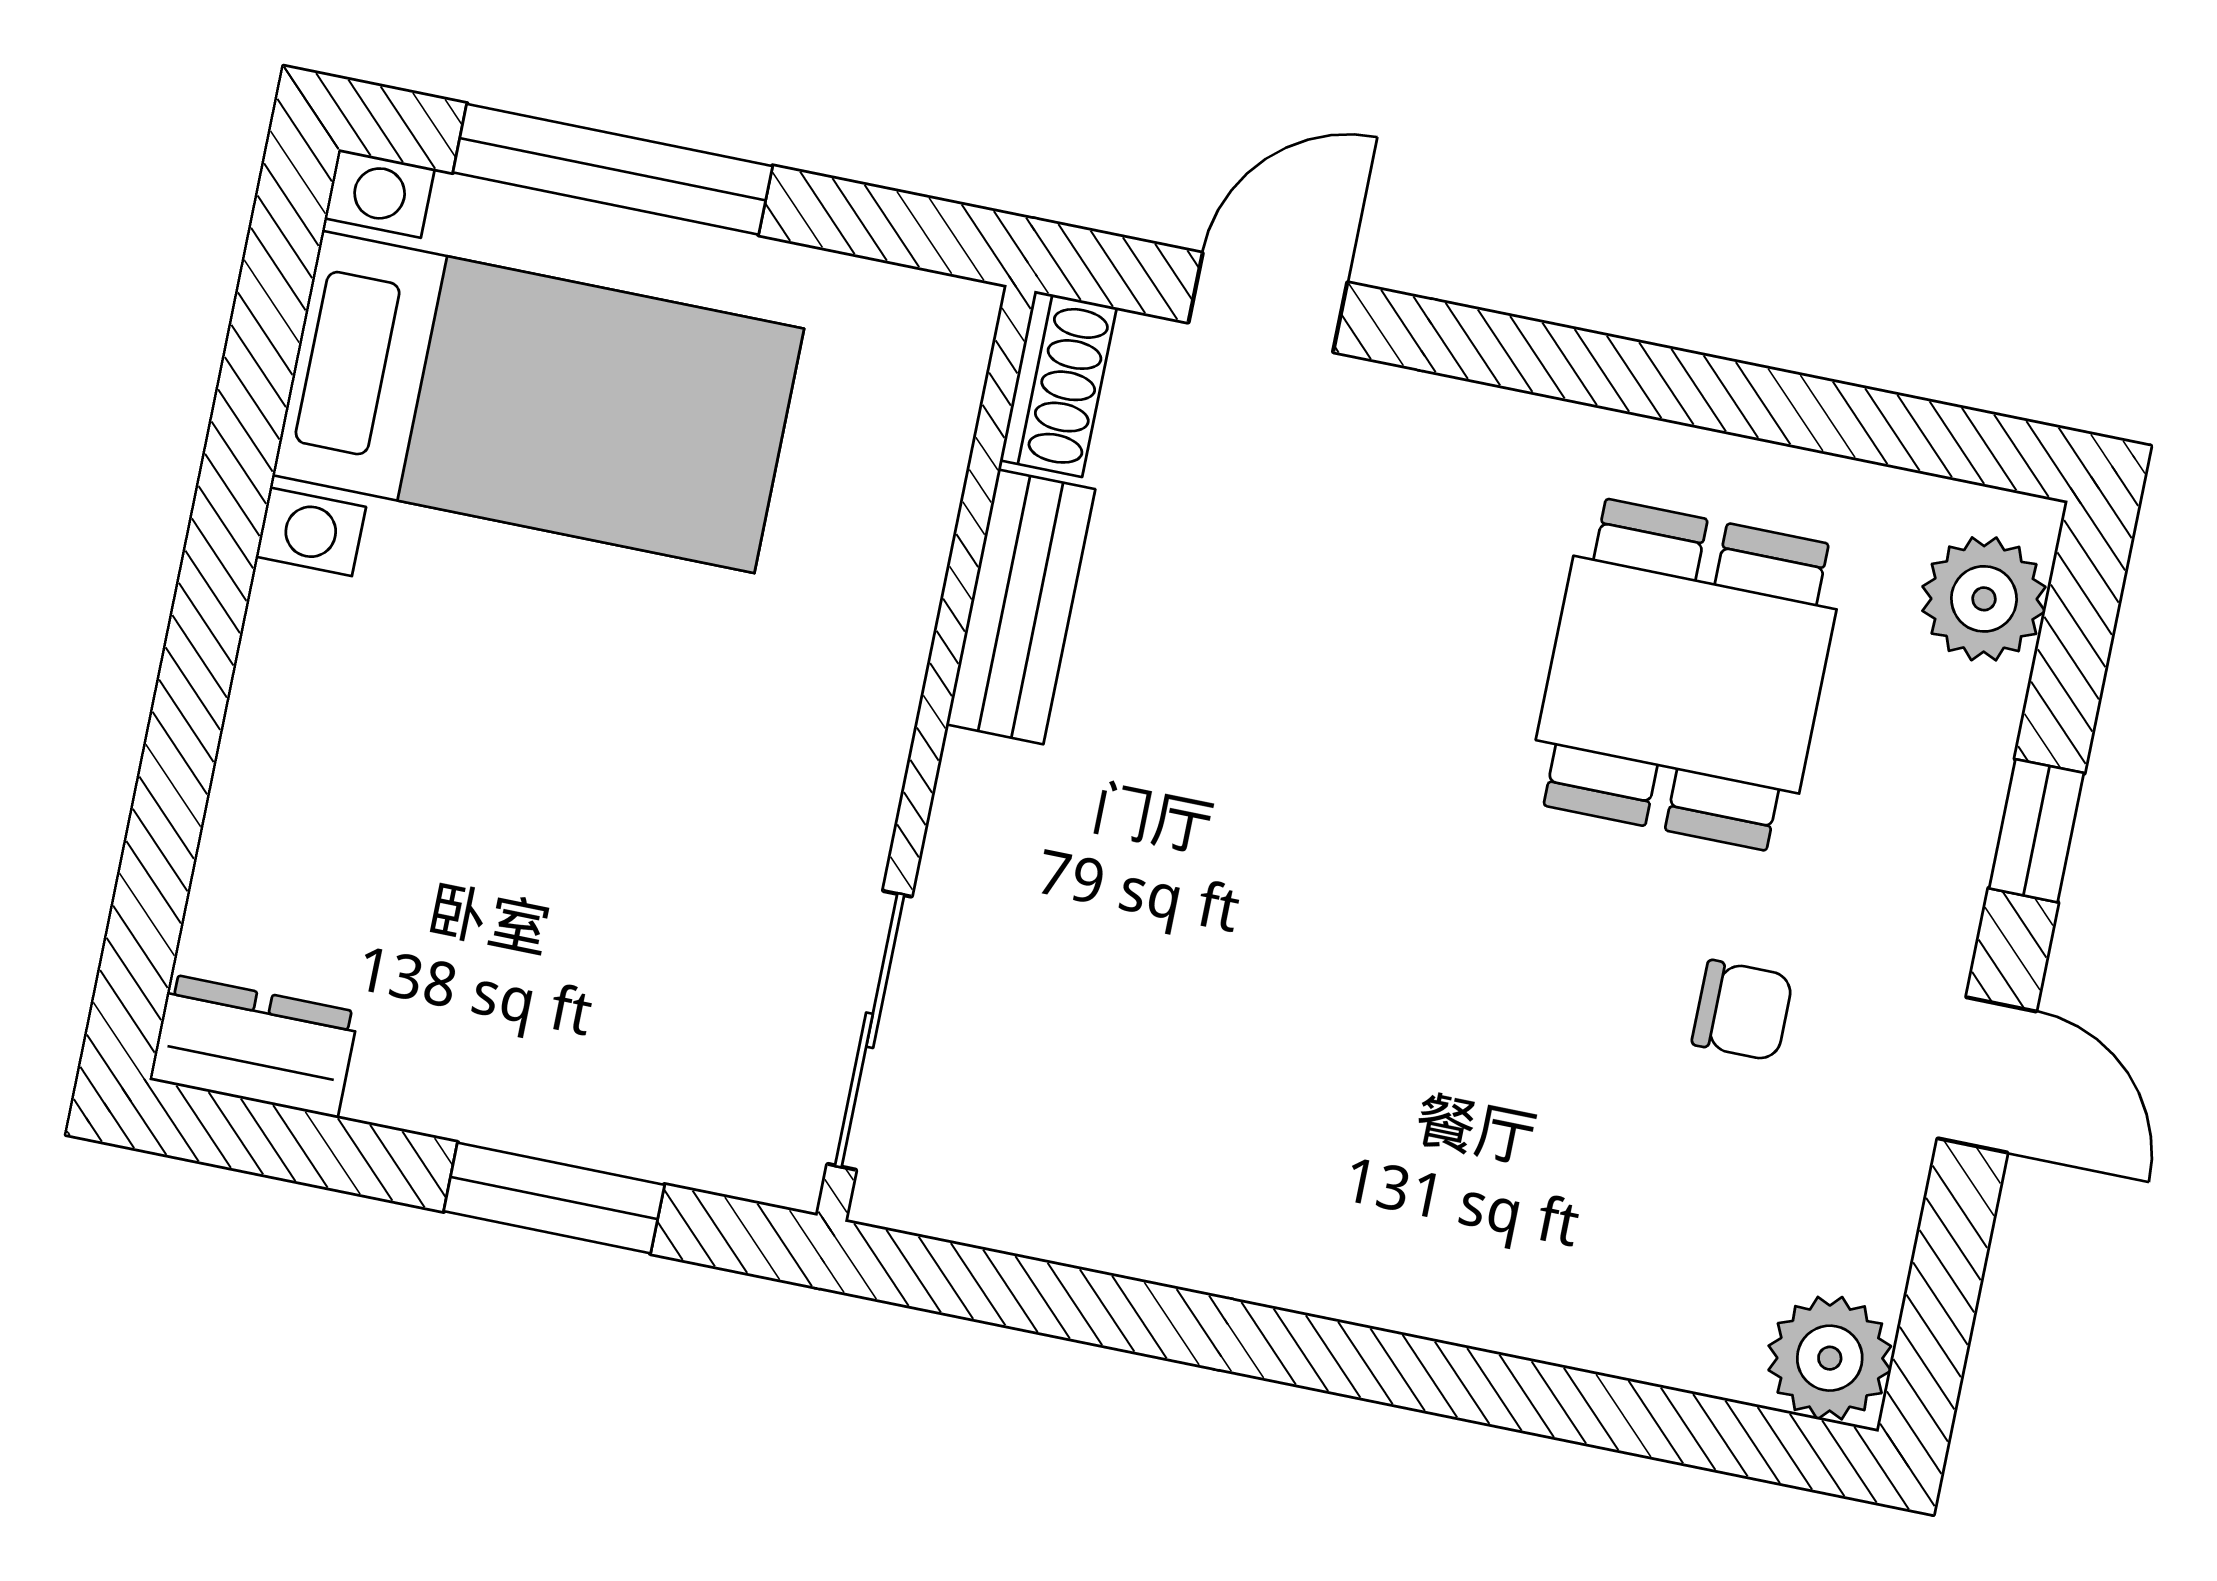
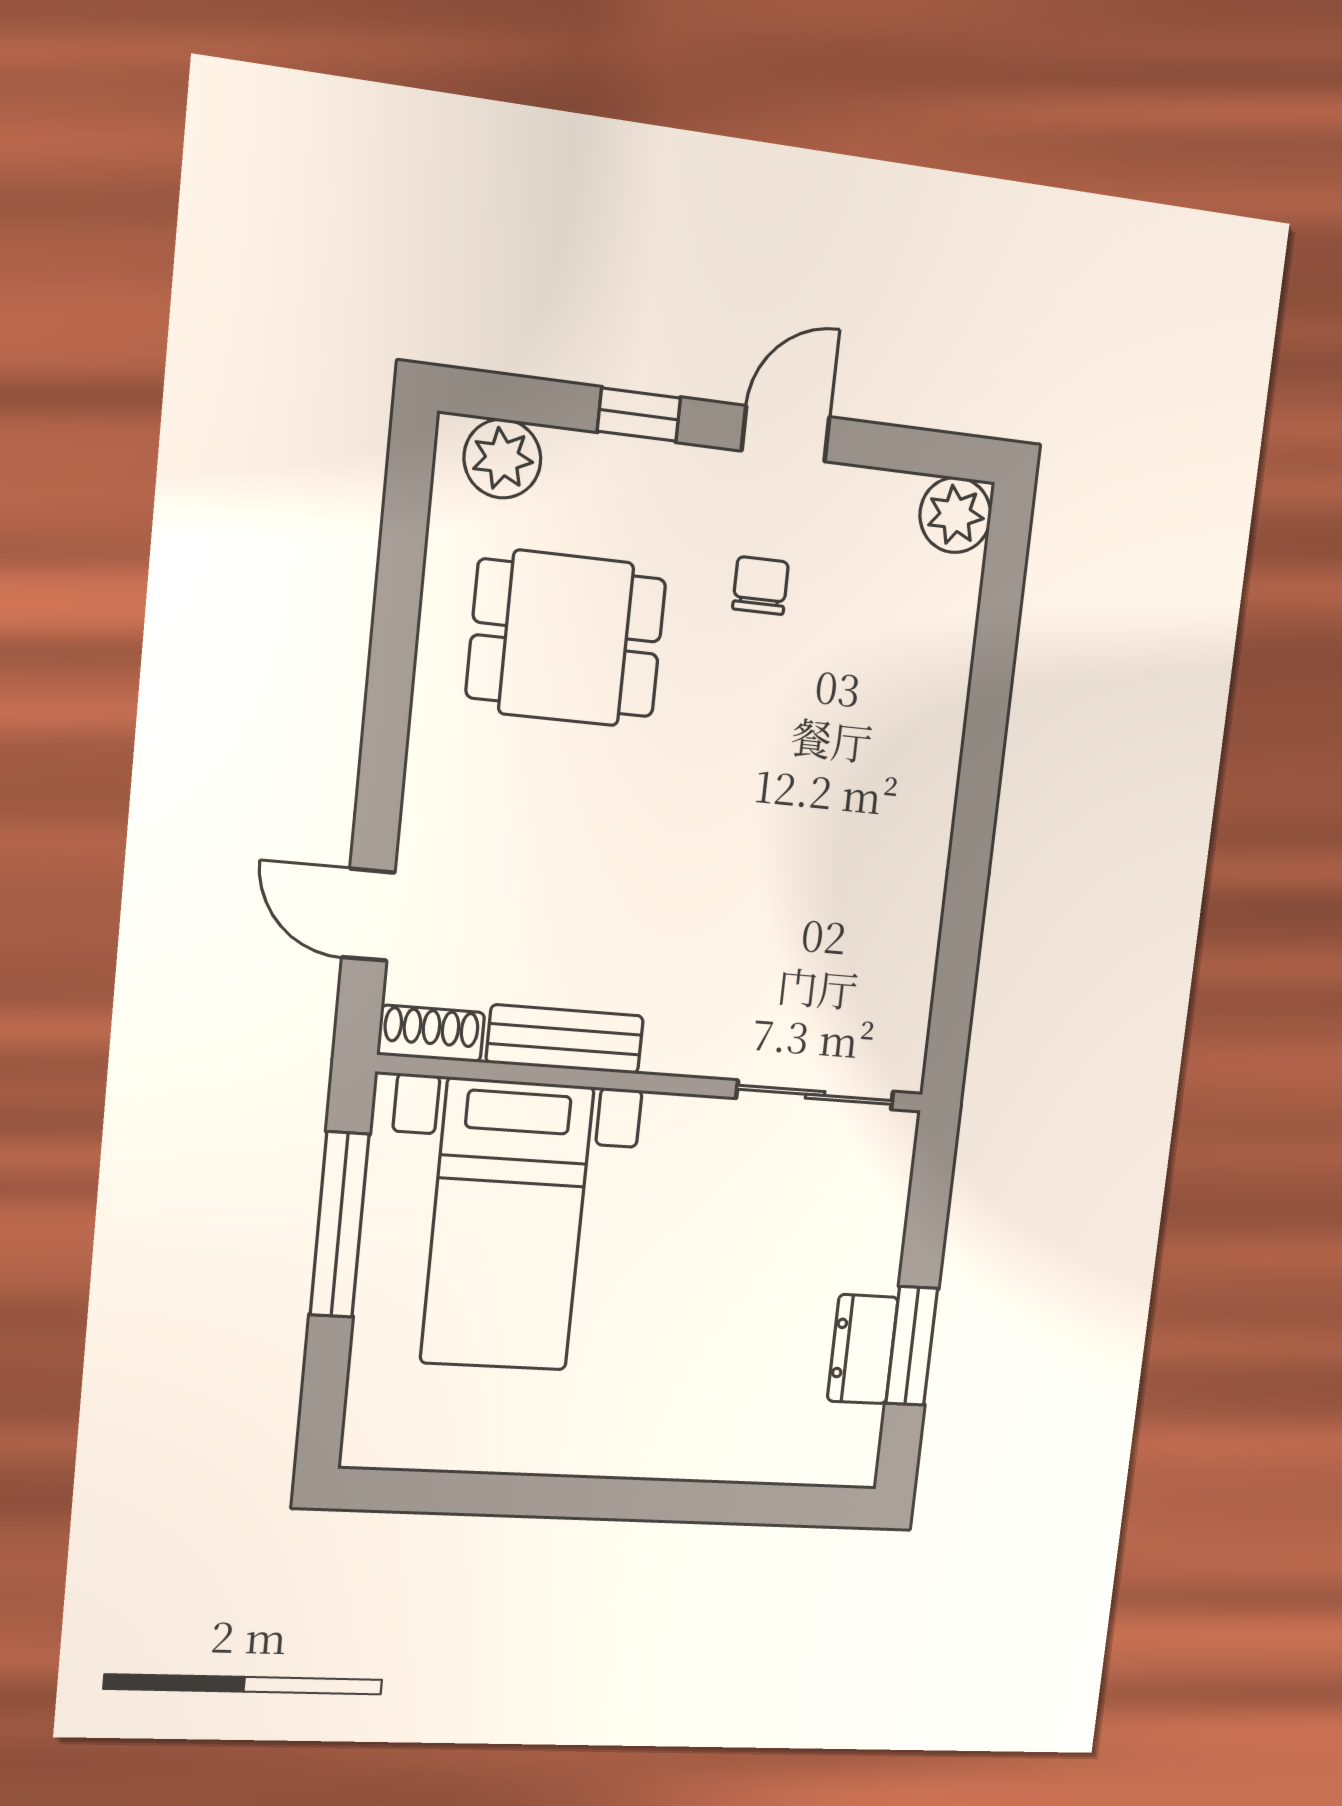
window: (613, 169) -> (340, 1225), moved
bed with nightstands: (538, 402) -> (507, 1225), moved, turned 180
dresser: (254, 1046) -> (863, 1349), moved
window: (554, 1198) -> (912, 1346), moved

